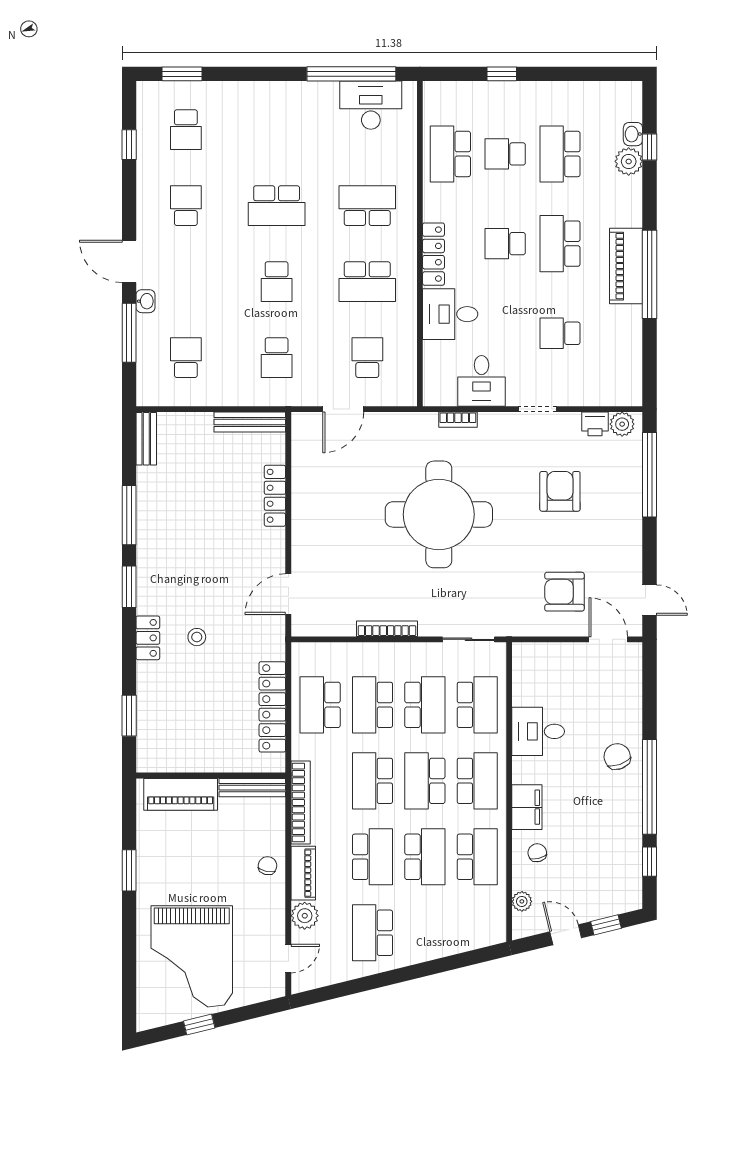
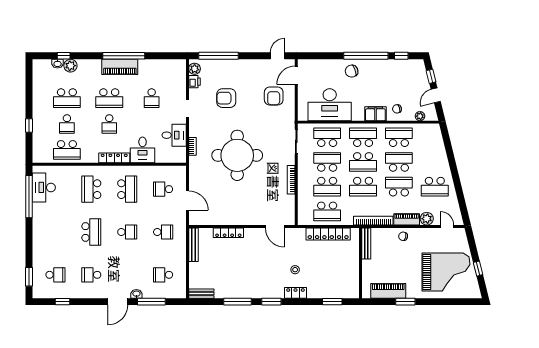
desk: (538, 731) -> (330, 105), width x1.87, depth x1.30
piano: (181, 794) -> (388, 291), moved, turned -90

